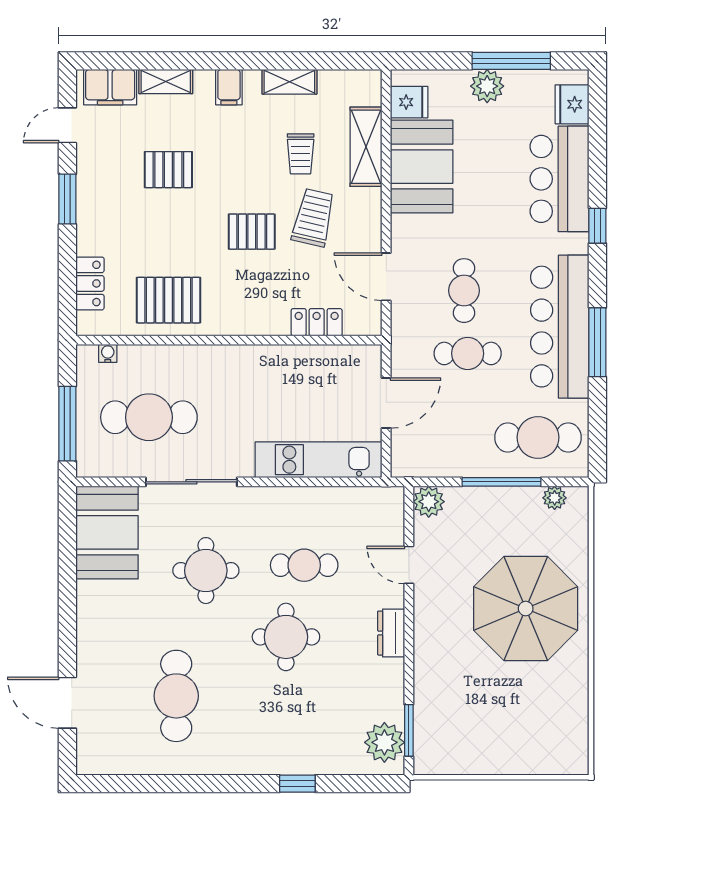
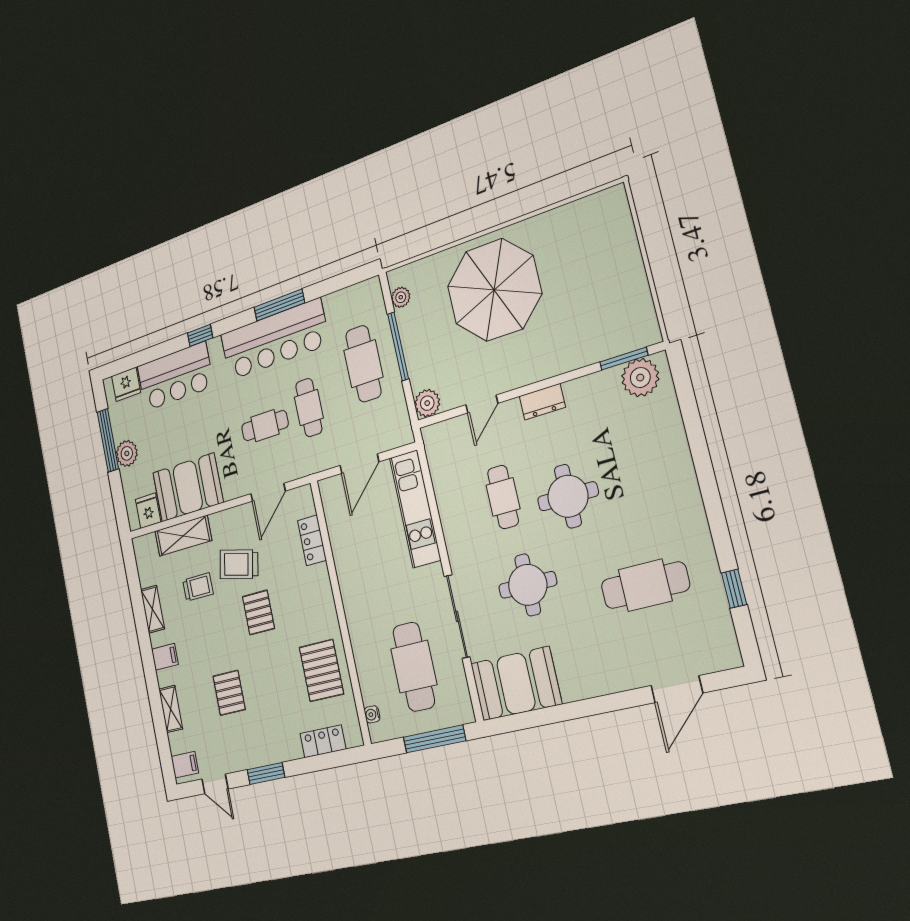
filing cabinet: (110, 87) -> (185, 765), width x0.50
door: (386, 403) -> (359, 464), swing flipped
cafe table: (538, 437) -> (363, 364), moved
window: (297, 784) -> (734, 589), moved

